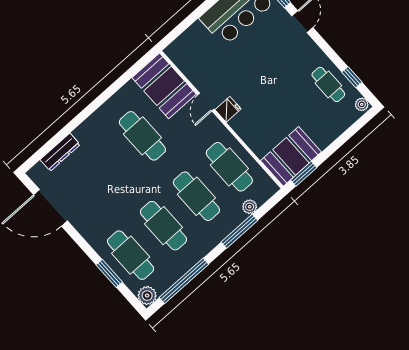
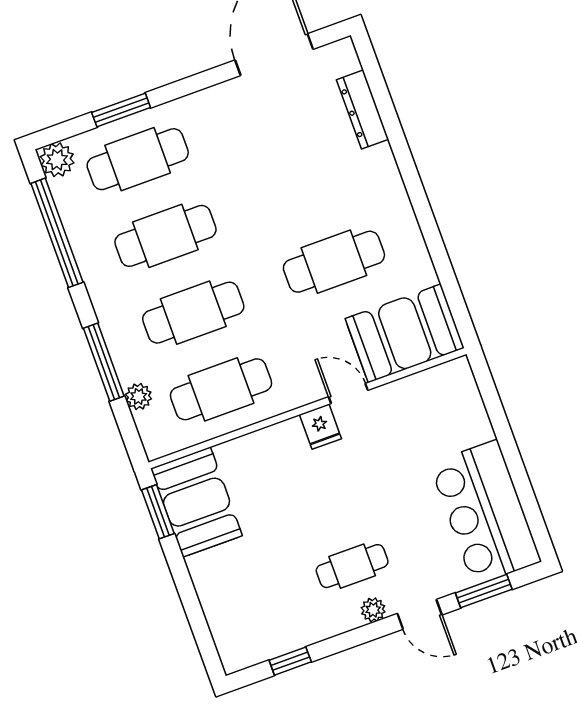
cafe table: (328, 84) -> (352, 566), moved
plant: (362, 104) -> (373, 610), moved

